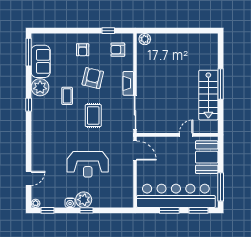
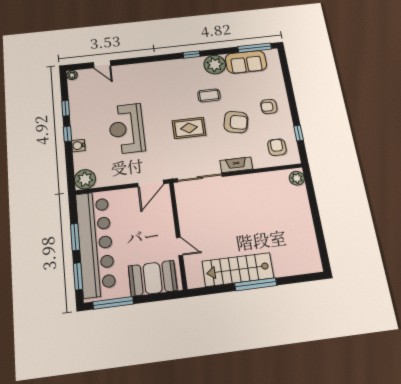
plant: (84, 200) -> (85, 179), moved
water cooler: (70, 203) -> (78, 145), moved
window: (48, 210) -> (66, 108), moved

